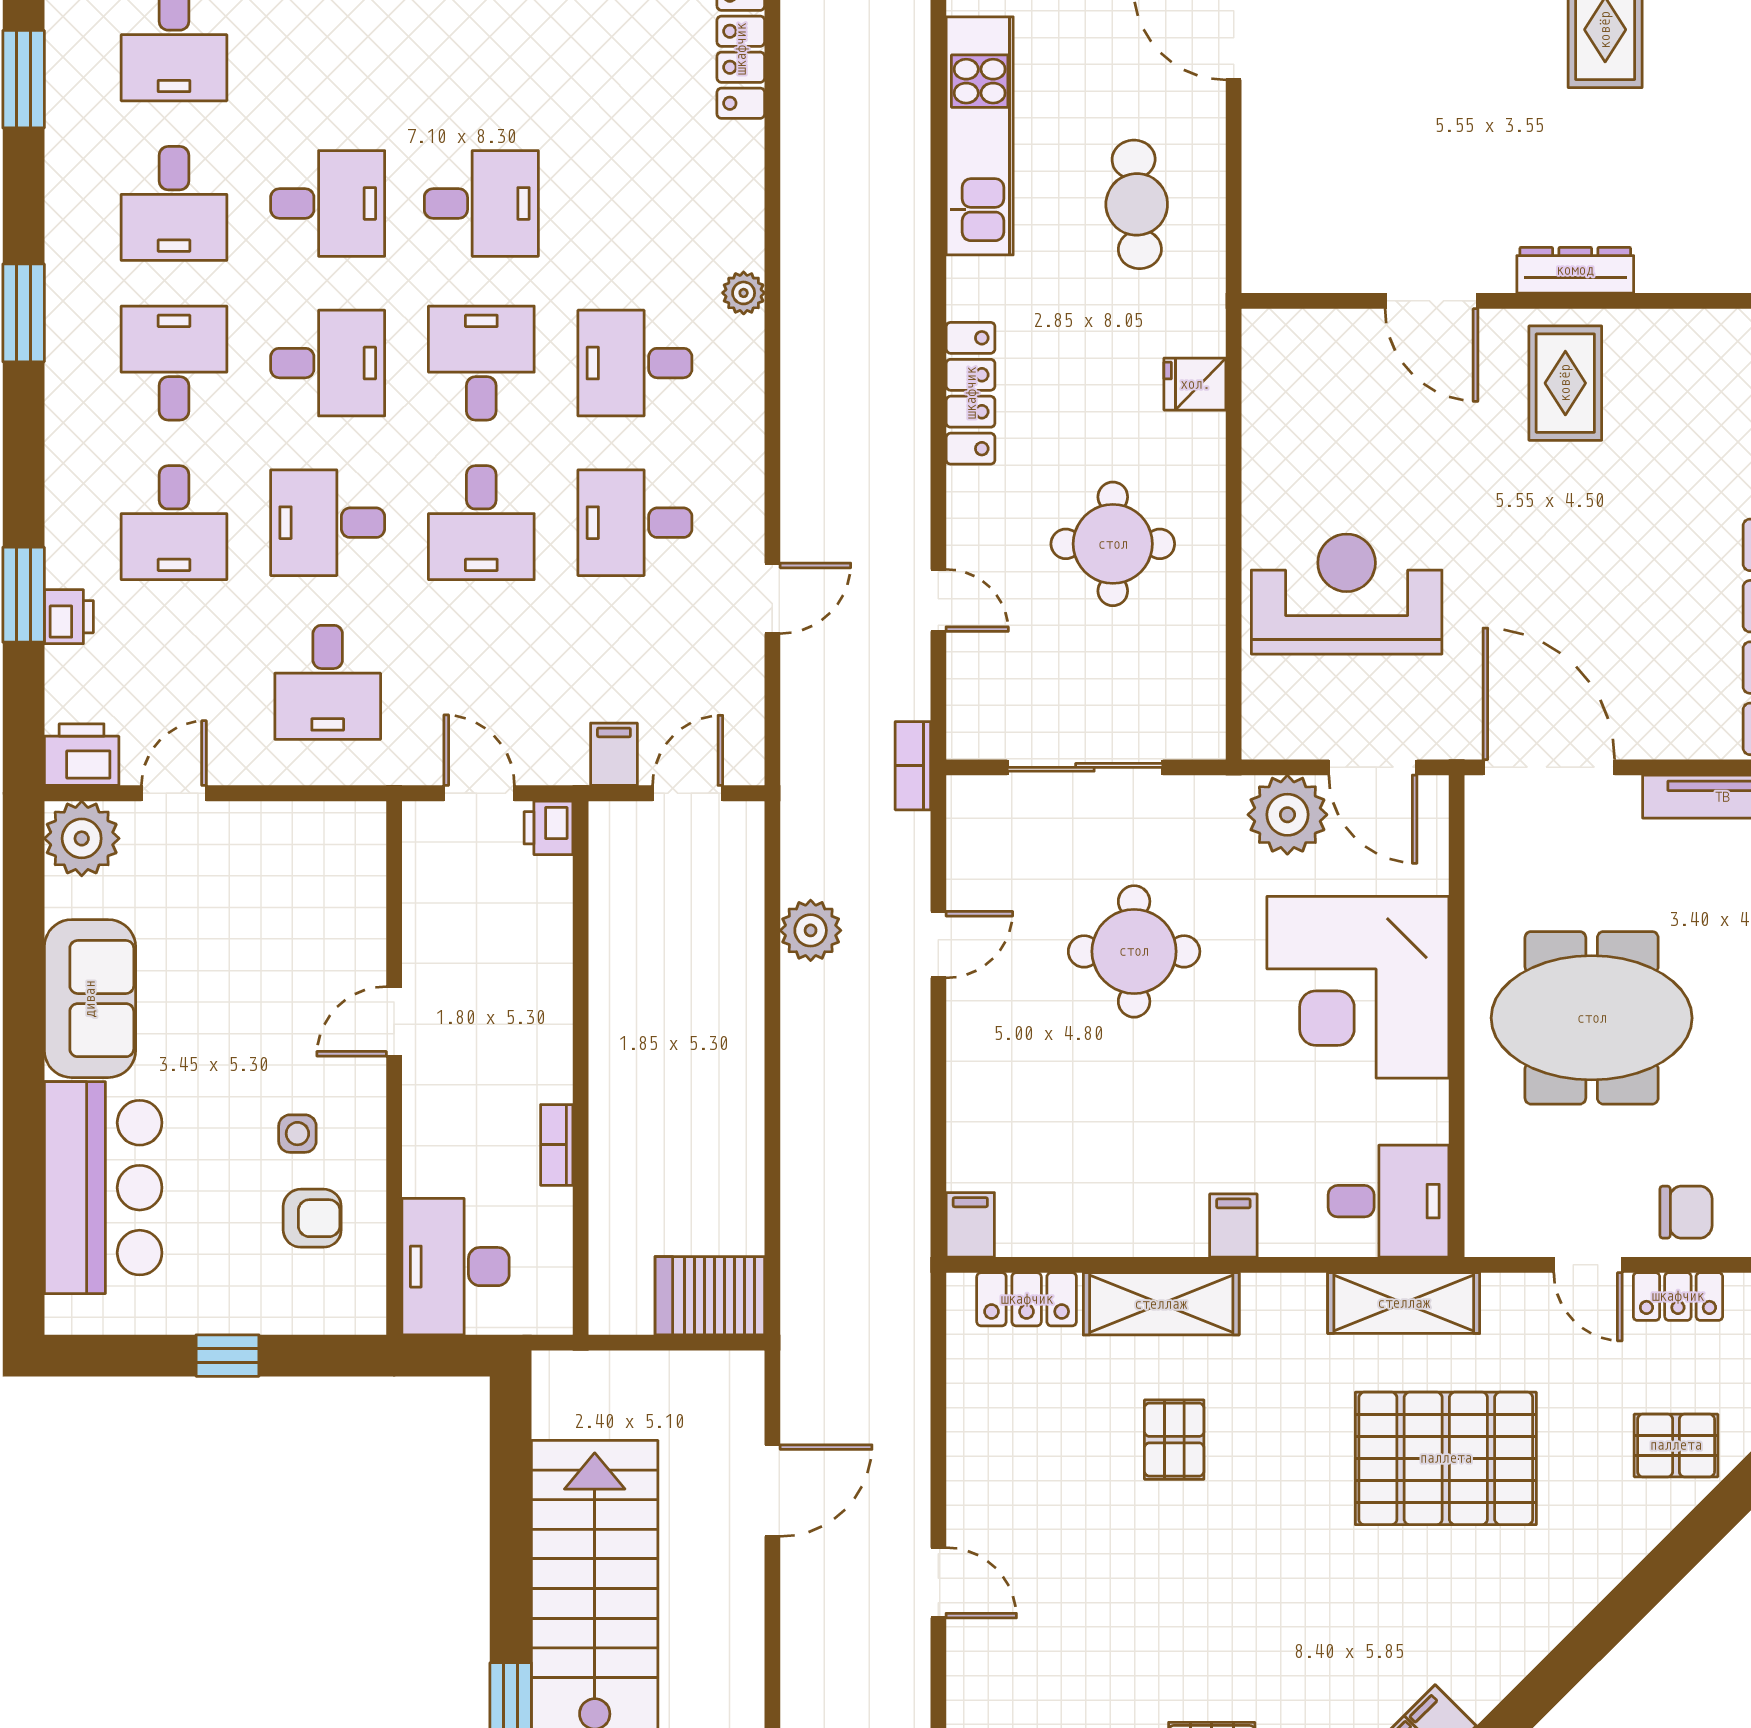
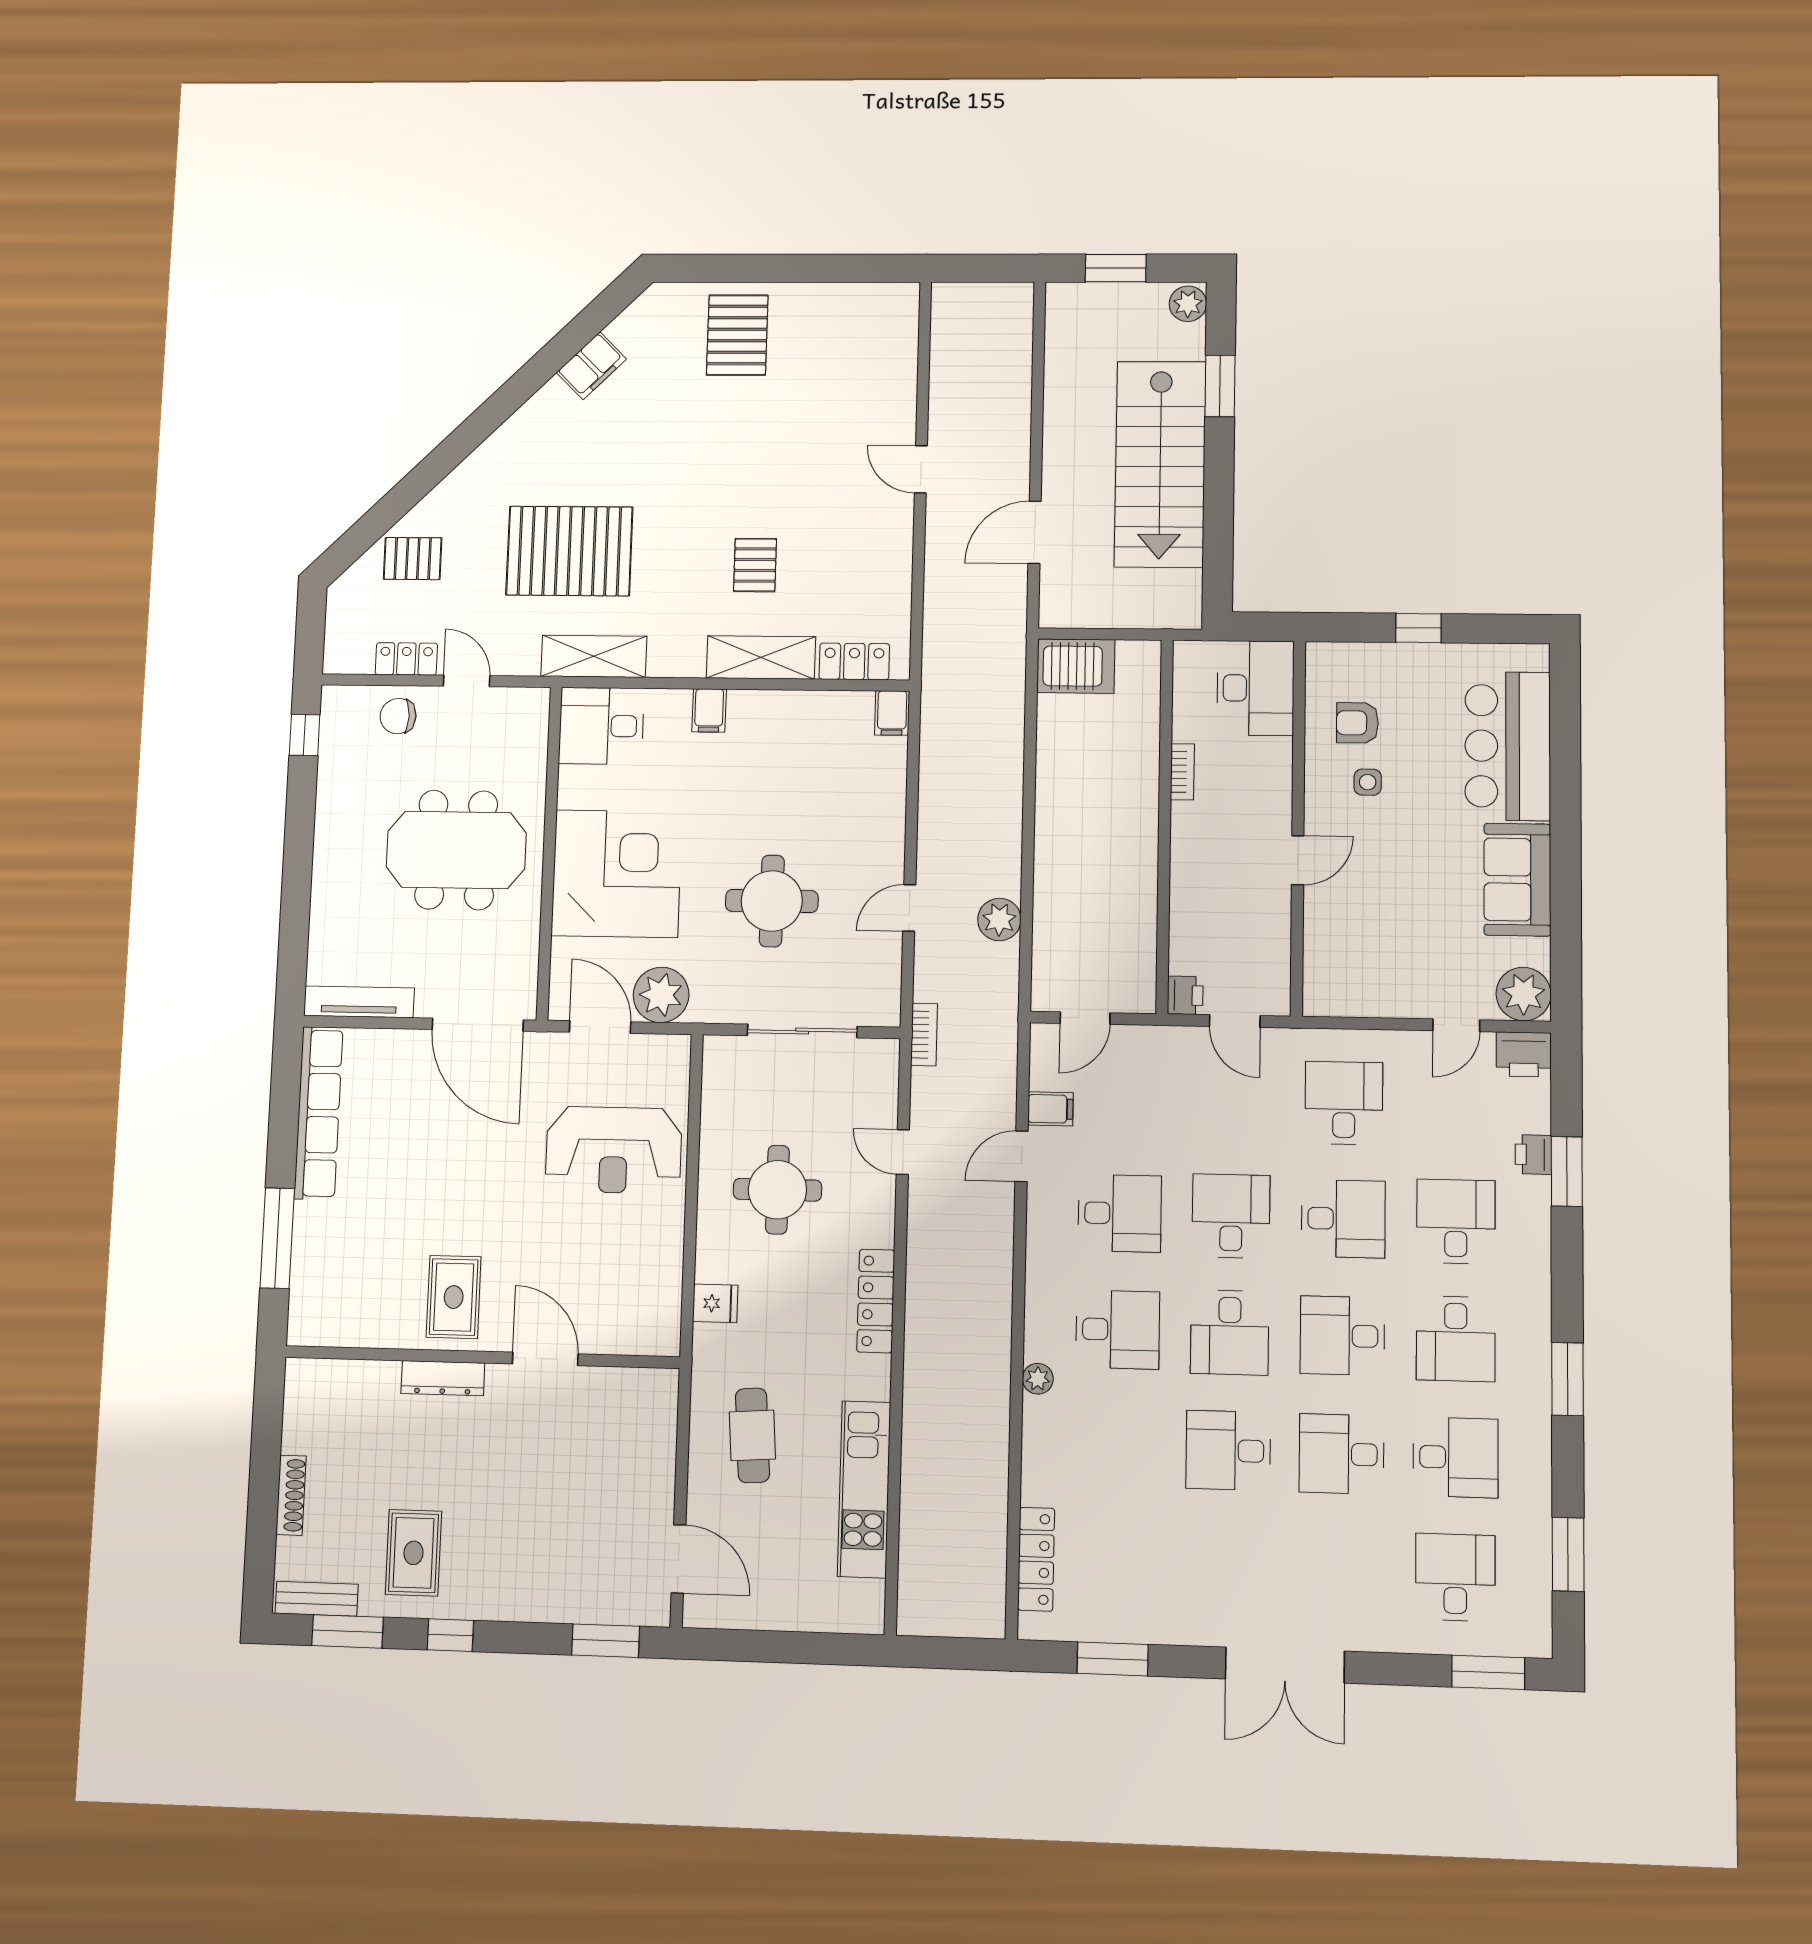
desk: (174, 203) -> (1455, 1457), turned 90
filing cabinet: (614, 754) -> (1050, 1109), moved, turned -90

